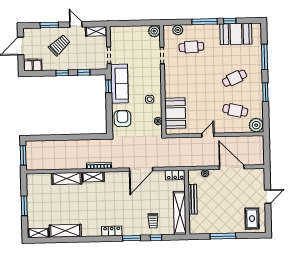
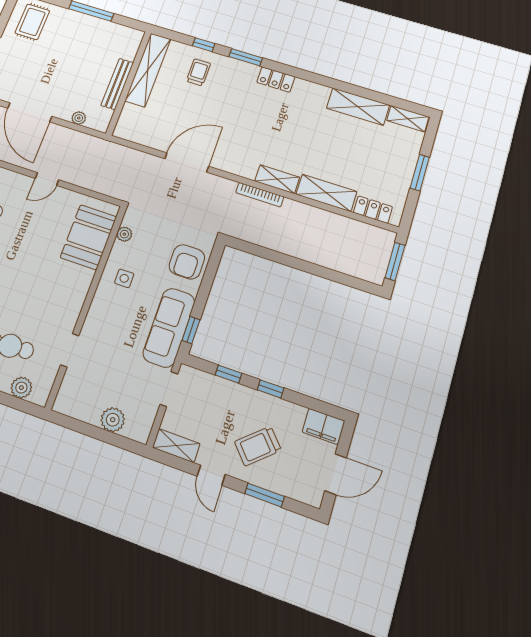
plant: (154, 31) -> (113, 420), moved
locker: (175, 175) -> (373, 210), moved

